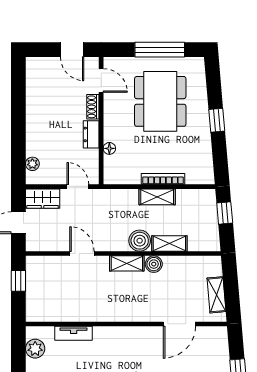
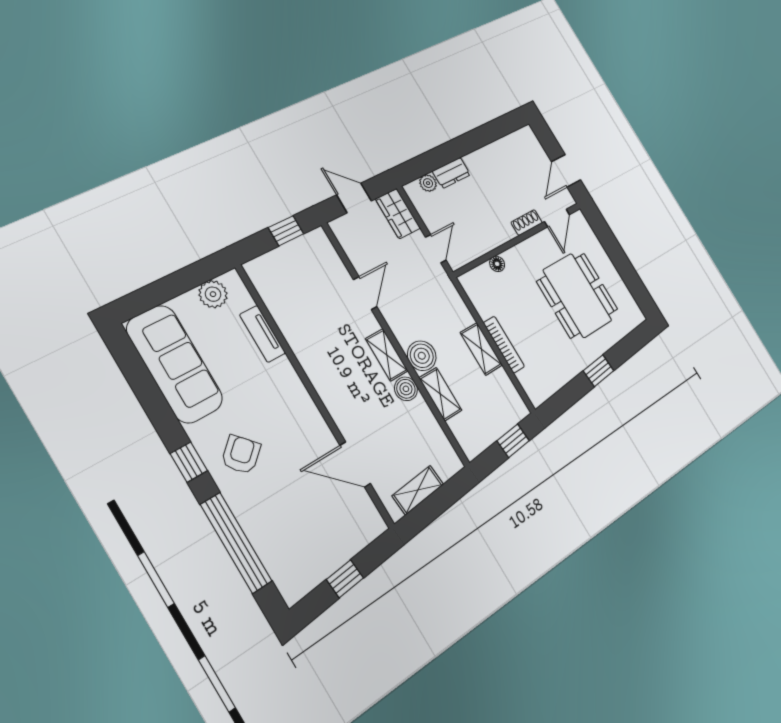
window: (160, 50) -> (624, 266), removed
dining table: (160, 101) -> (577, 295), turned 90
dresser: (91, 134) -> (451, 173), moved, turned 180

